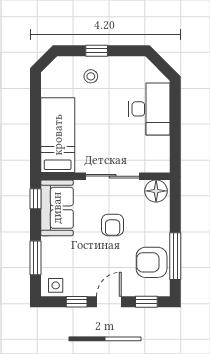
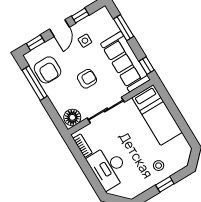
bookcase: (164, 152) -> (83, 146), added
sofa: (57, 208) -> (125, 62), width x1.36
armchair: (113, 225) -> (87, 79), turned 90
armchair: (152, 262) -> (47, 70), turned 90
side table: (56, 285) -> (85, 41), moved

